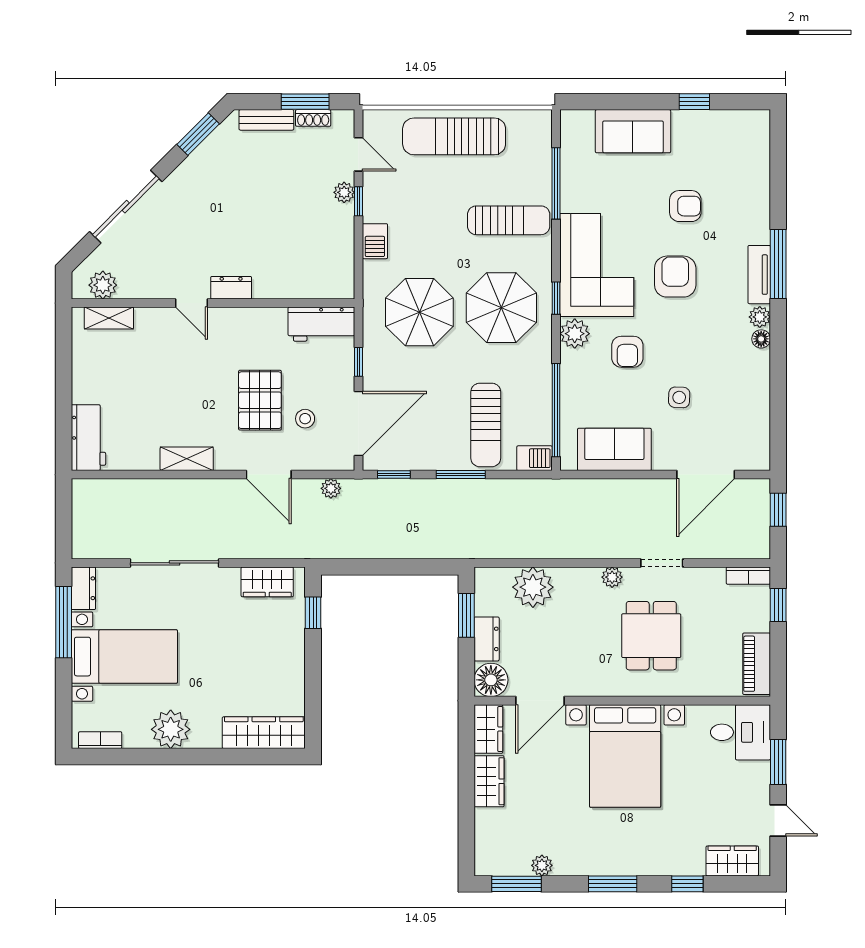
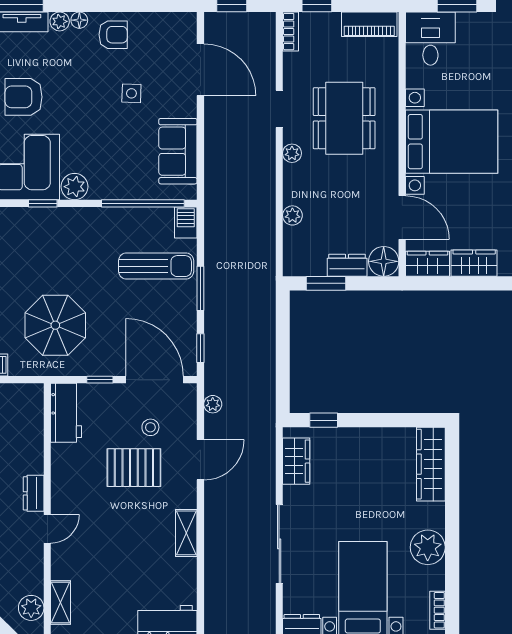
parasol: (501, 308) -> (51, 252), removed
armchair: (627, 352) -> (113, 35), moved
plant: (533, 587) -> (292, 215), width x0.53, depth x0.53
dining table: (651, 636) -> (344, 118), width x1.38

